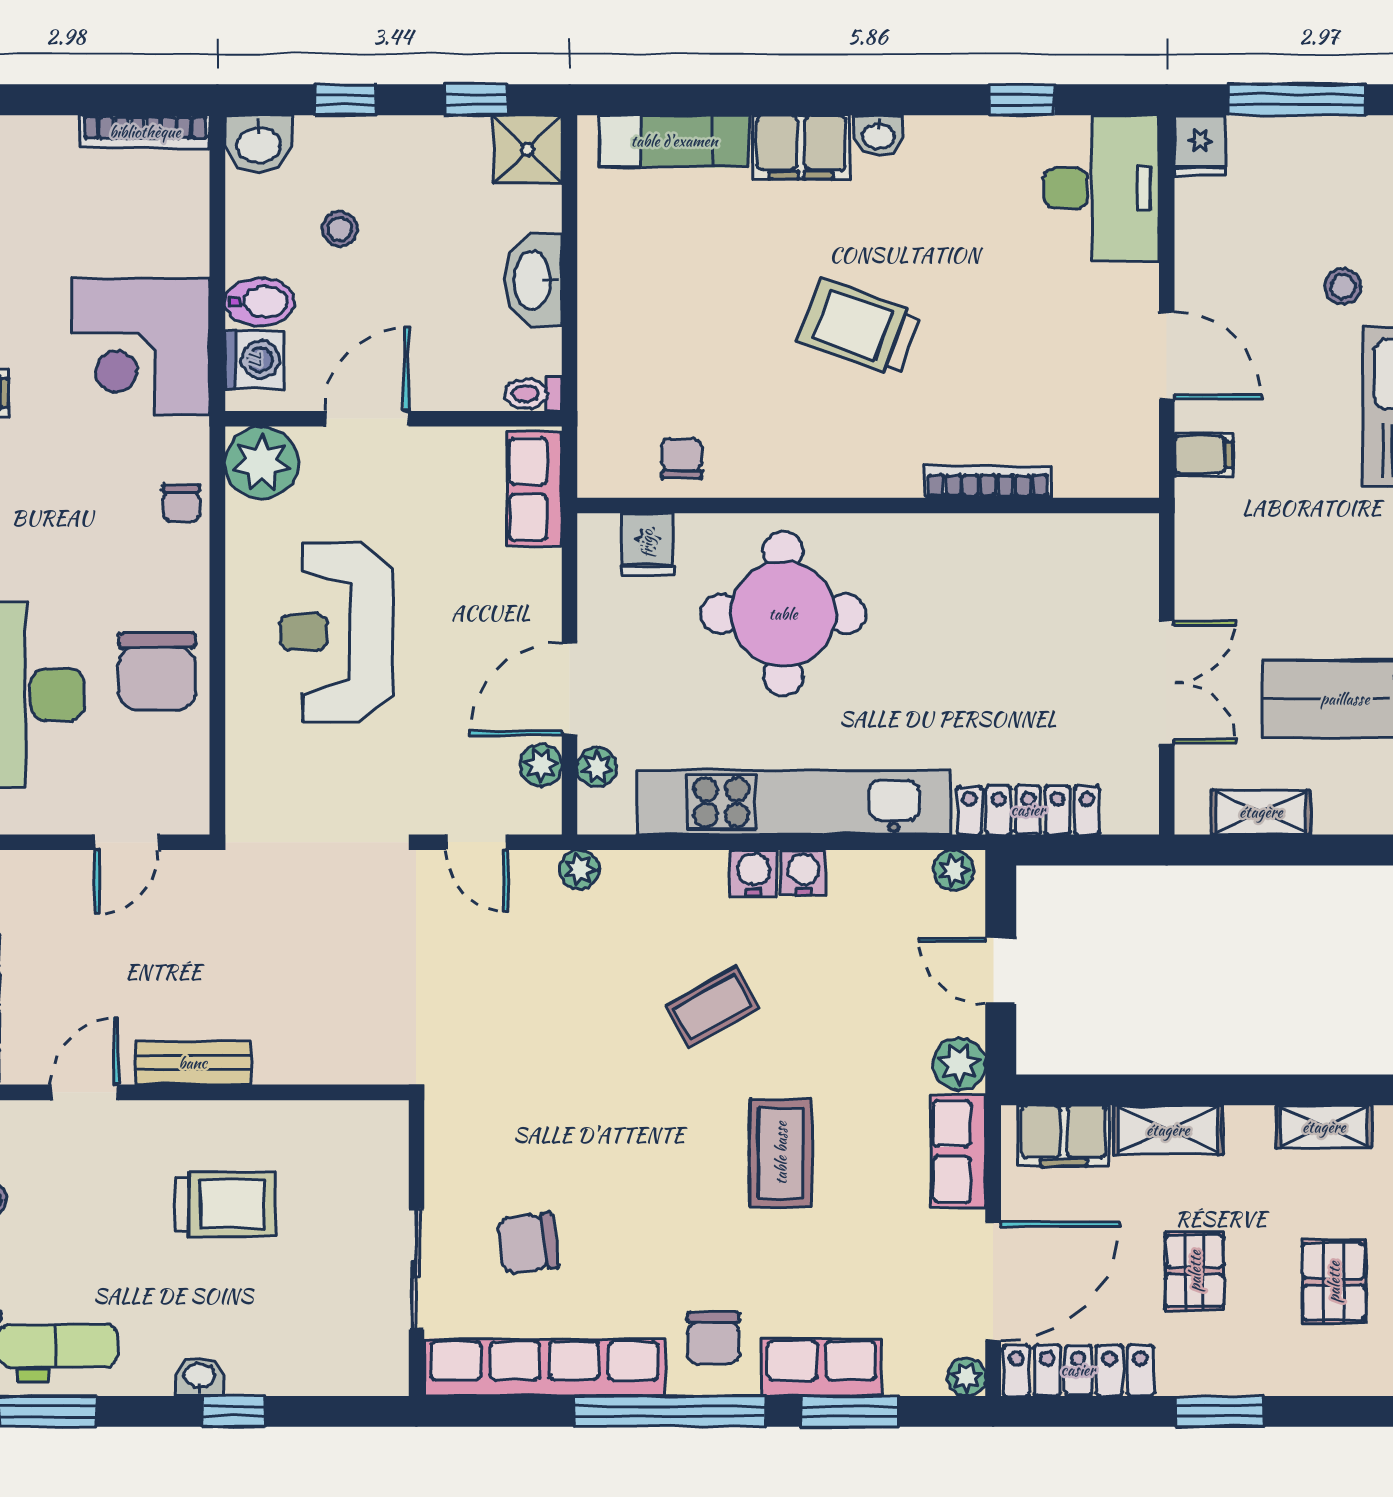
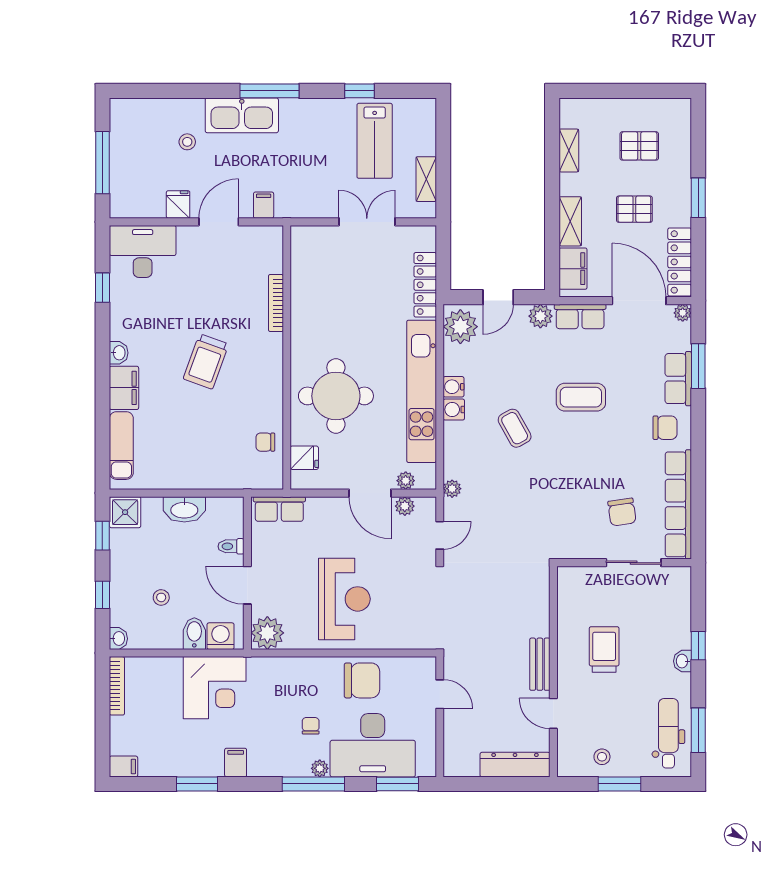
washbasin: (259, 143) -> (118, 639), width x0.72, depth x0.69
fridge: (1200, 146) -> (178, 204), moved, turned -90
toilet: (534, 394) -> (231, 546), moved, turned 90
chair: (181, 503) -> (311, 726), moved, turned -90
reception desk: (336, 632) -> (344, 599), turned -90
plant: (954, 870) -> (460, 327), width x1.88, depth x1.88
window: (670, 1411) -> (698, 447), removed

